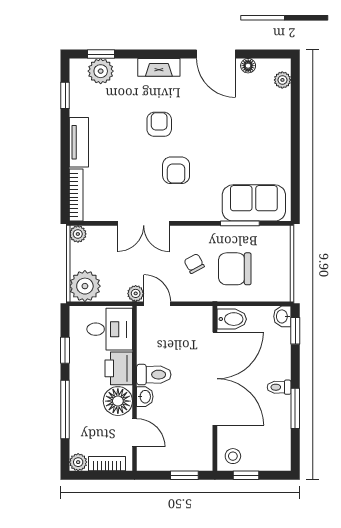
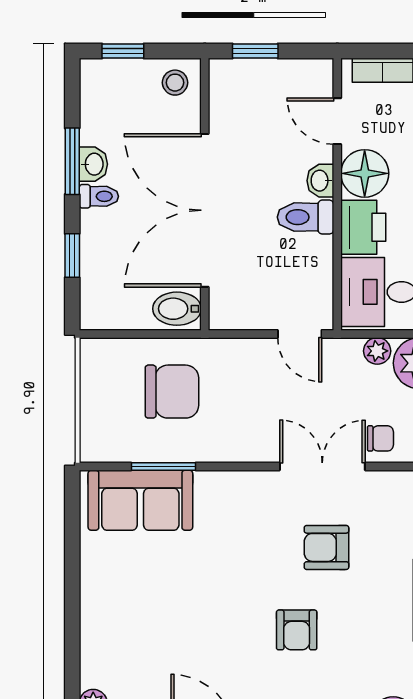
armchair: (176, 170) -> (326, 547), moved, turned -90
chair: (194, 264) -> (380, 438), moved, turned -62
plant: (136, 293) -> (377, 351), moved
washbasin: (282, 316) -> (93, 164), moved
window: (295, 331) -> (72, 256), moved
window: (246, 475) -> (123, 51), moved

